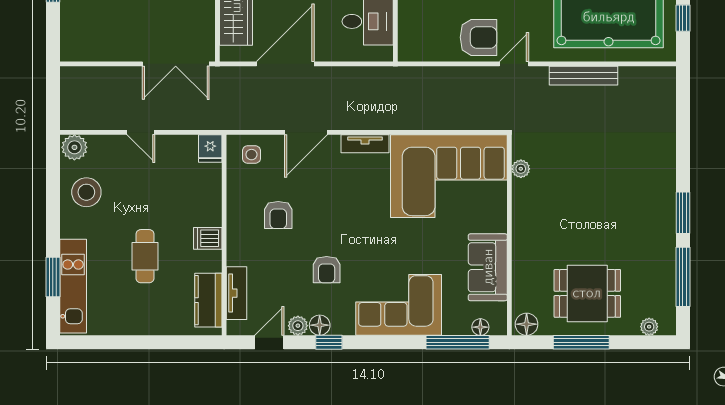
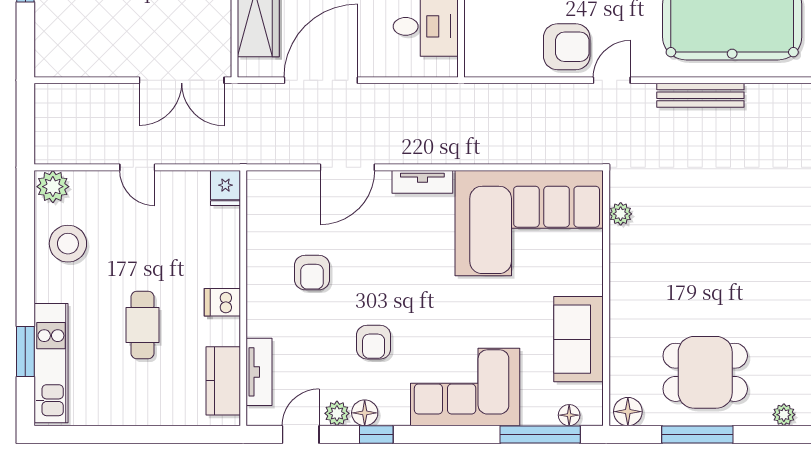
side table: (251, 155) -> (278, 196), removed

